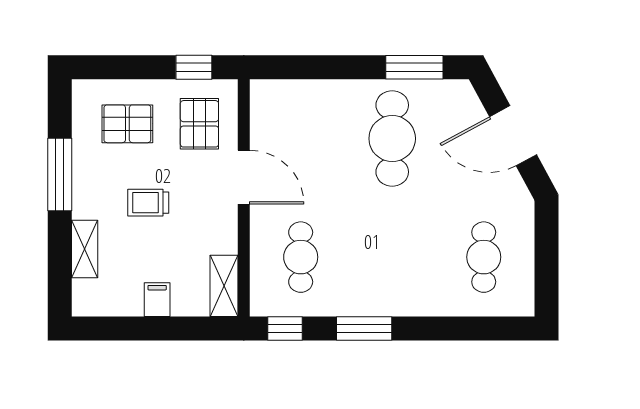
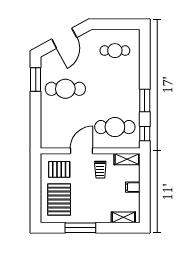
window: (194, 67) -> (36, 172), removed
pallet: (127, 124) -> (59, 200), width x1.50, depth x1.42
trolley: (148, 203) -> (100, 170), moved
shelving: (85, 249) -> (123, 217), moved
cafe table: (301, 257) -> (115, 127), width x1.37, depth x1.35

